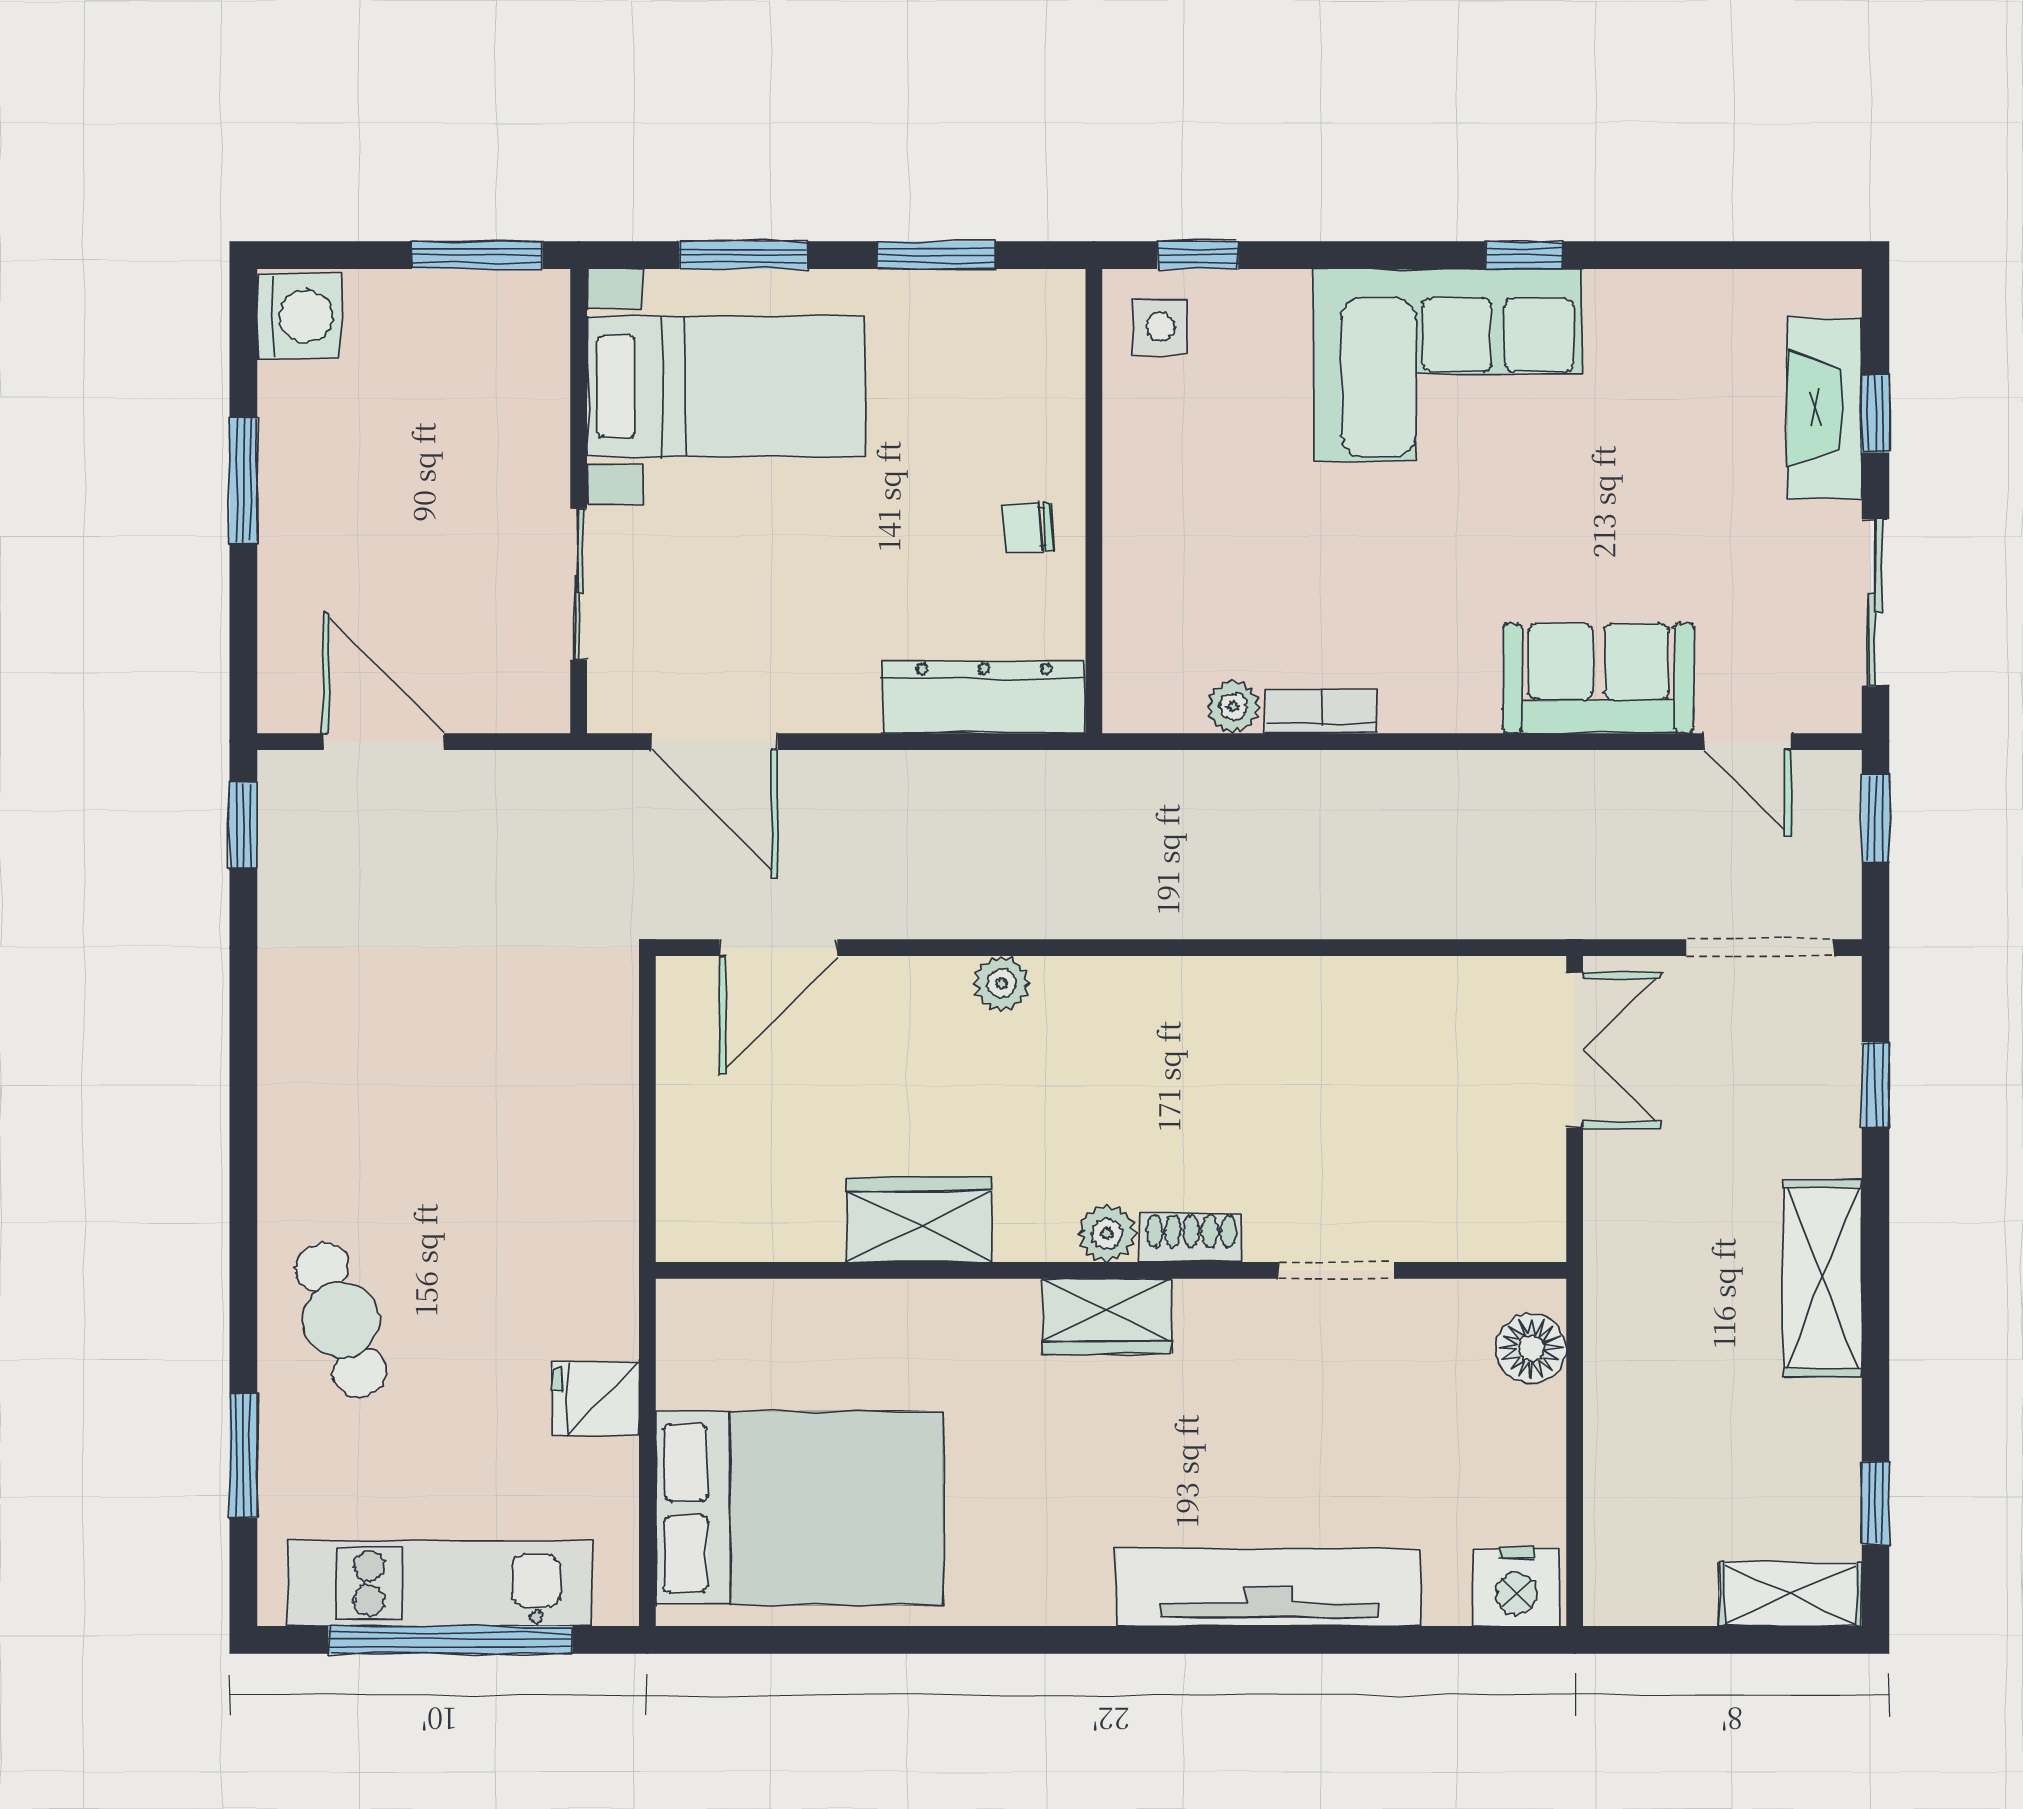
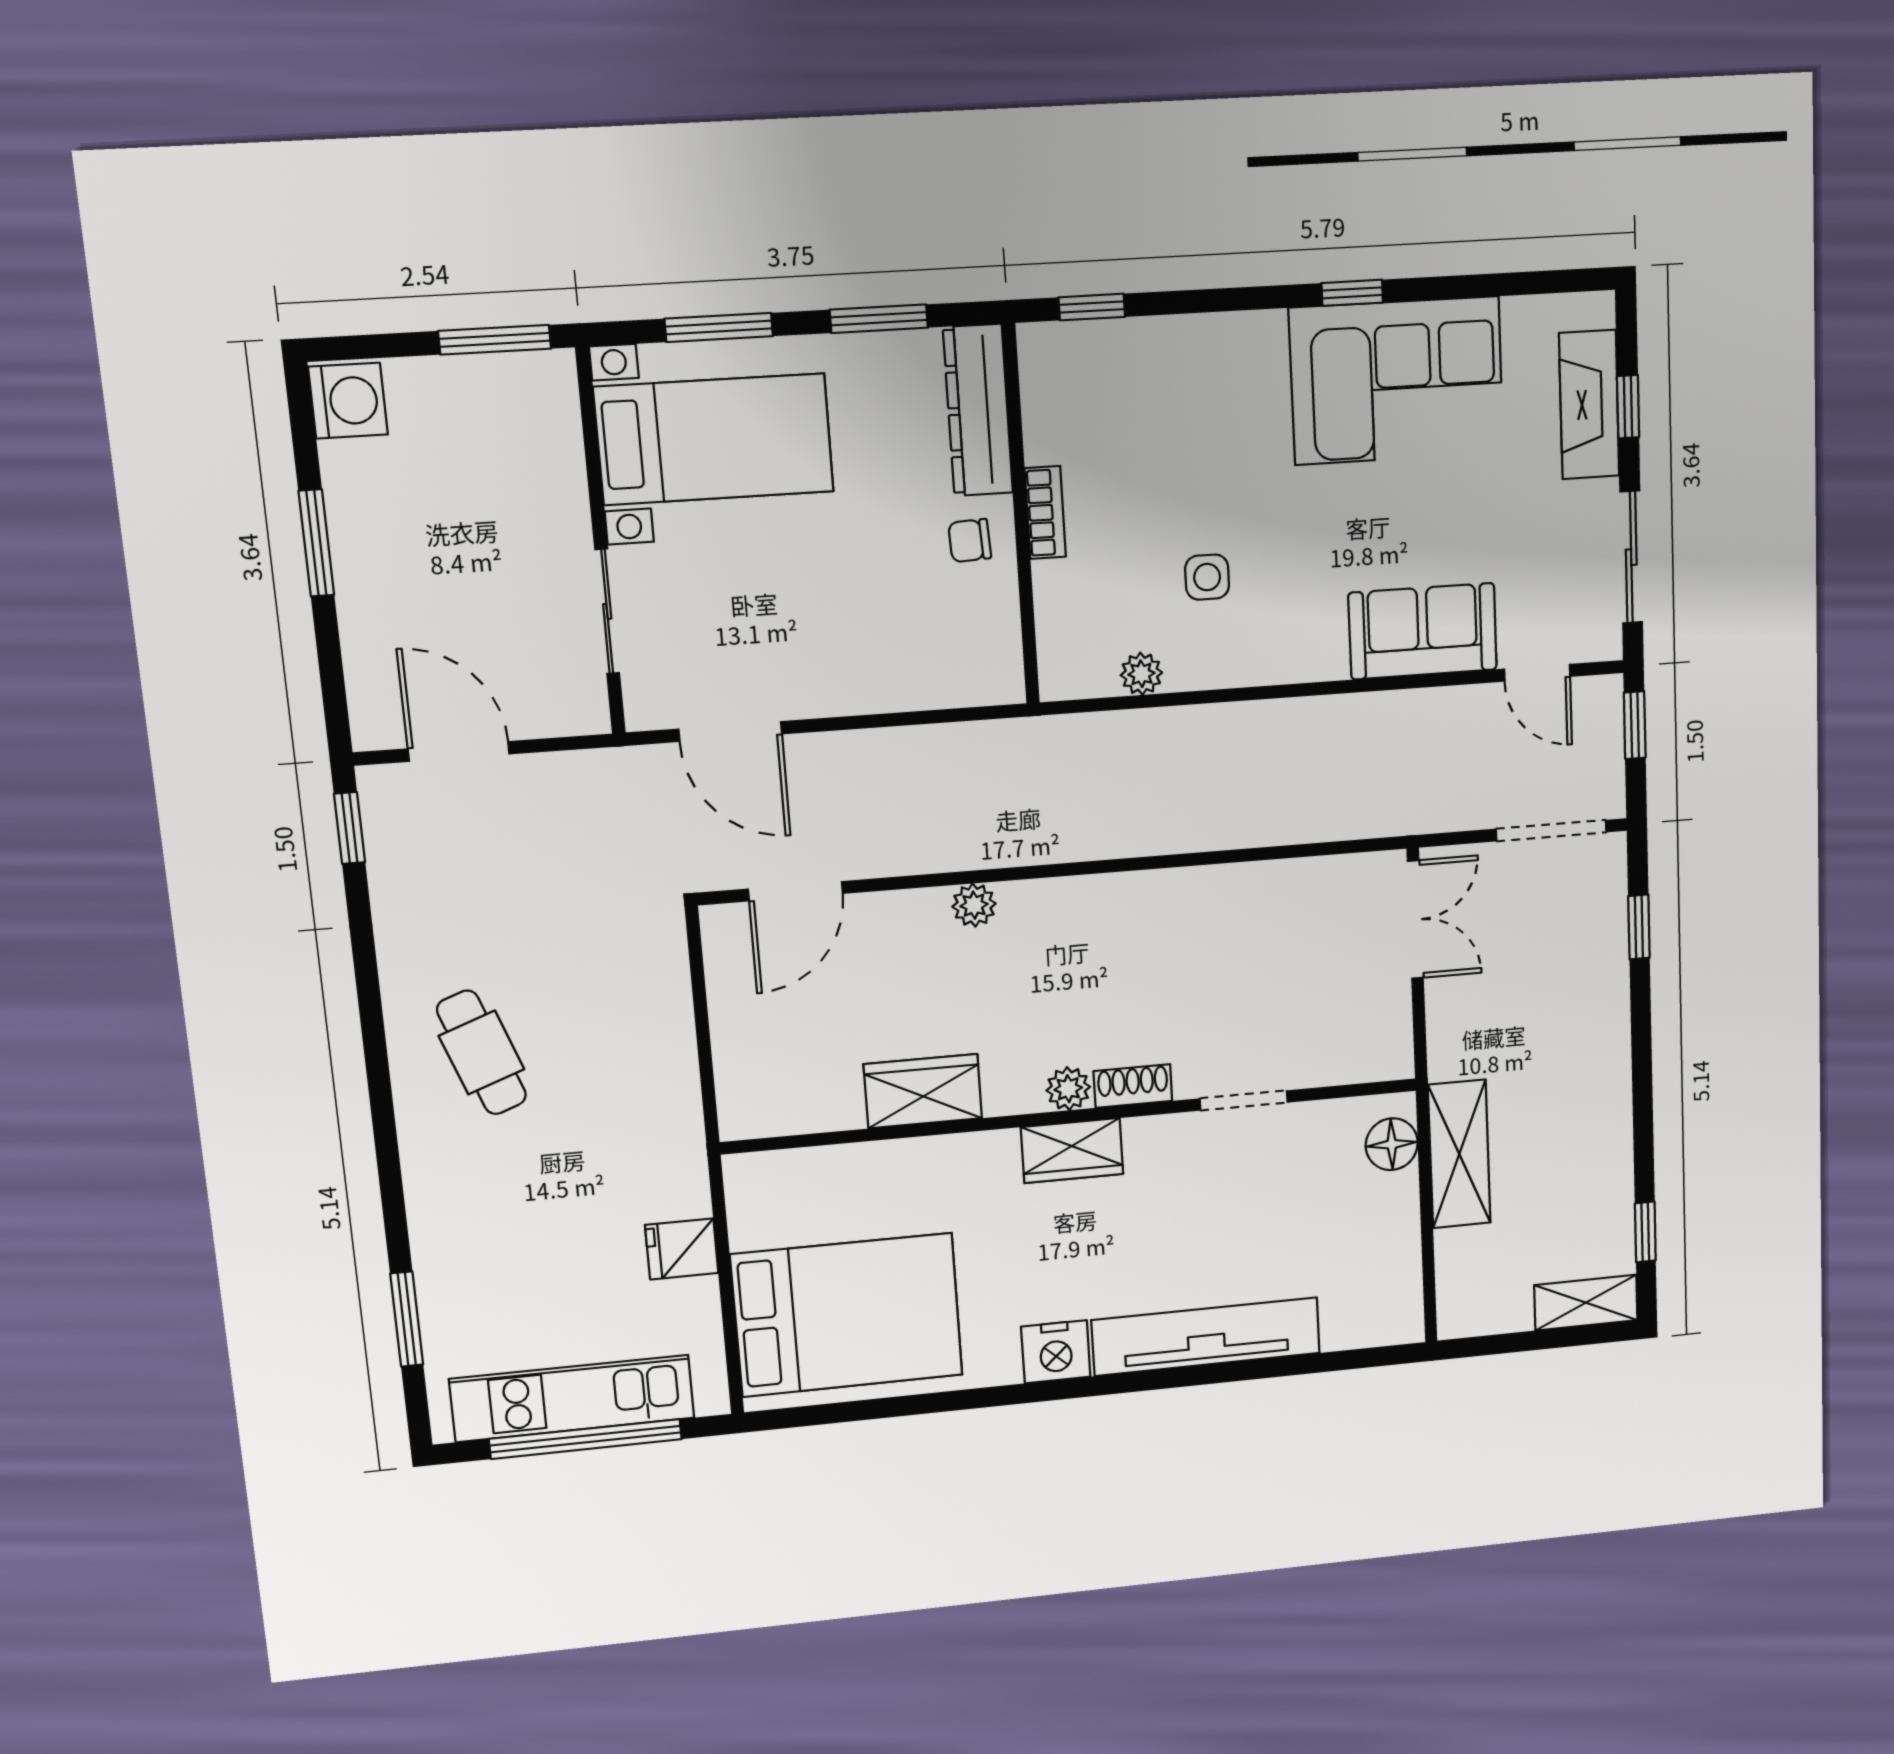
side table: (1160, 327) -> (1207, 577), moved
corner sofa: (1448, 365) -> (1397, 381), moved
dresser: (984, 697) -> (978, 410), moved, turned -90
bookcase: (1321, 711) -> (1045, 512), moved, turned 90
shelving: (1822, 1278) -> (1459, 1154), moved
cafe table: (341, 1320) -> (482, 1052), moved
nightstand: (1516, 1587) -> (1056, 1352), moved

